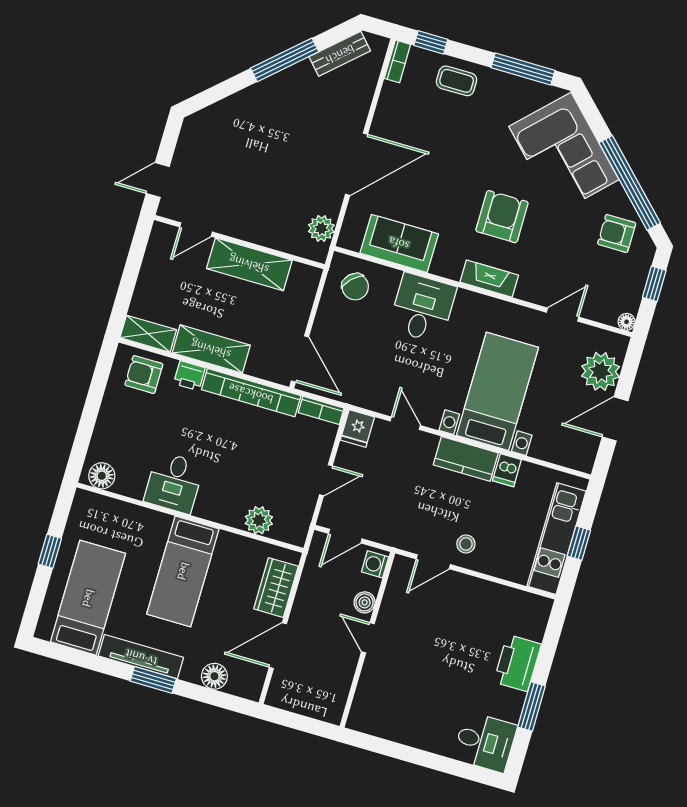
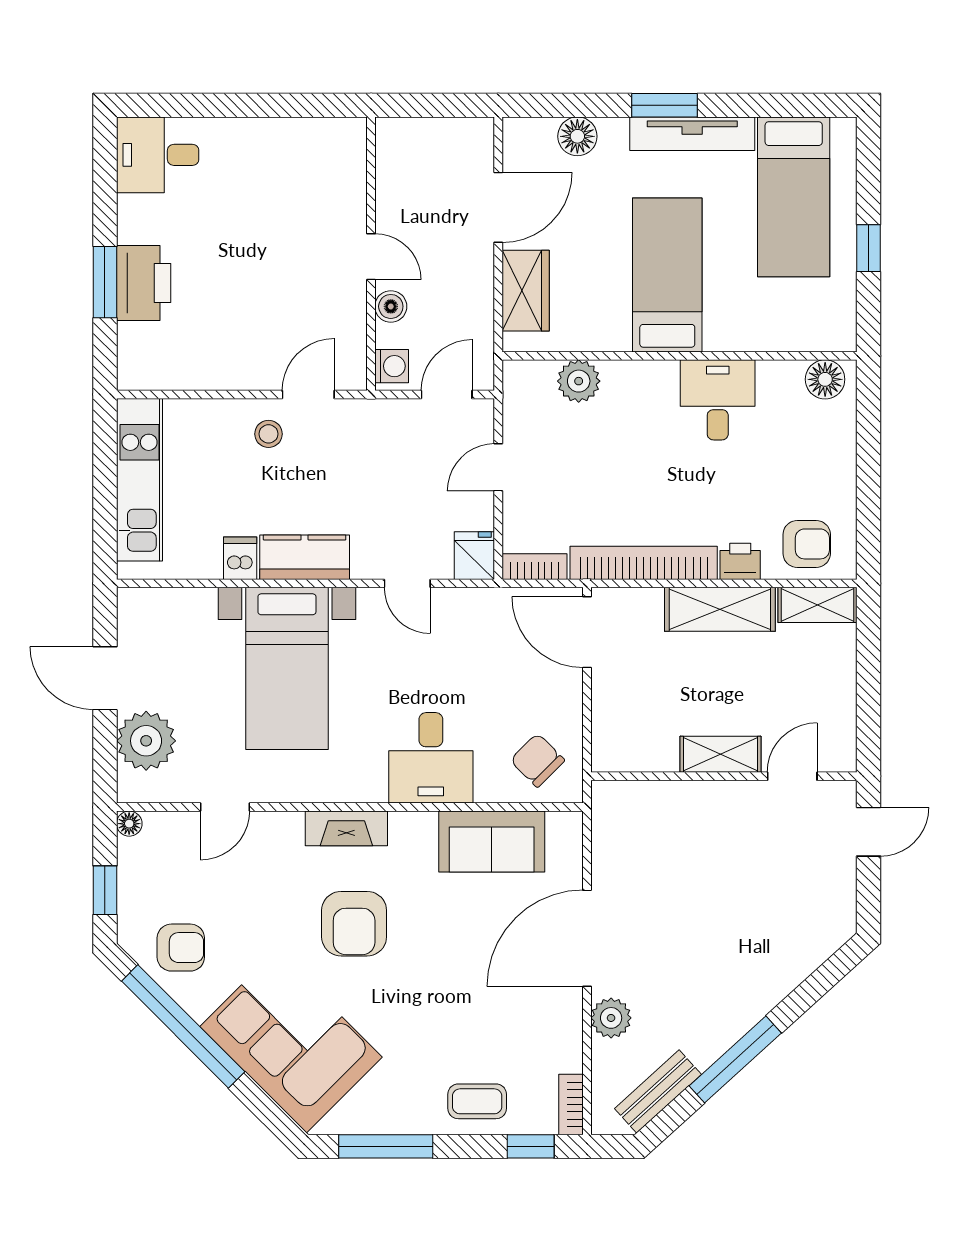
plant: (321, 228) -> (611, 1018), moved
shelving: (249, 264) -> (720, 754), width x0.67, depth x0.75
door: (615, 419) -> (105, 678), swing flipped
window: (579, 543) -> (105, 483), removed
window: (532, 707) -> (105, 282), moved

